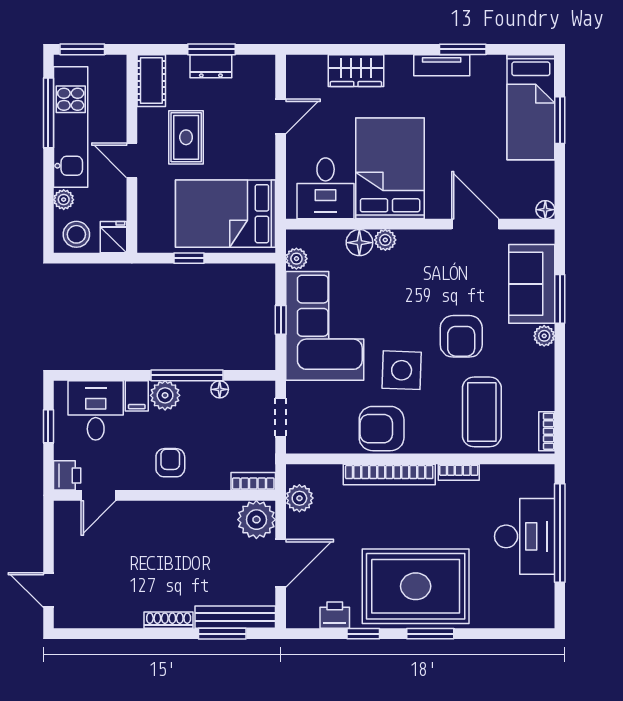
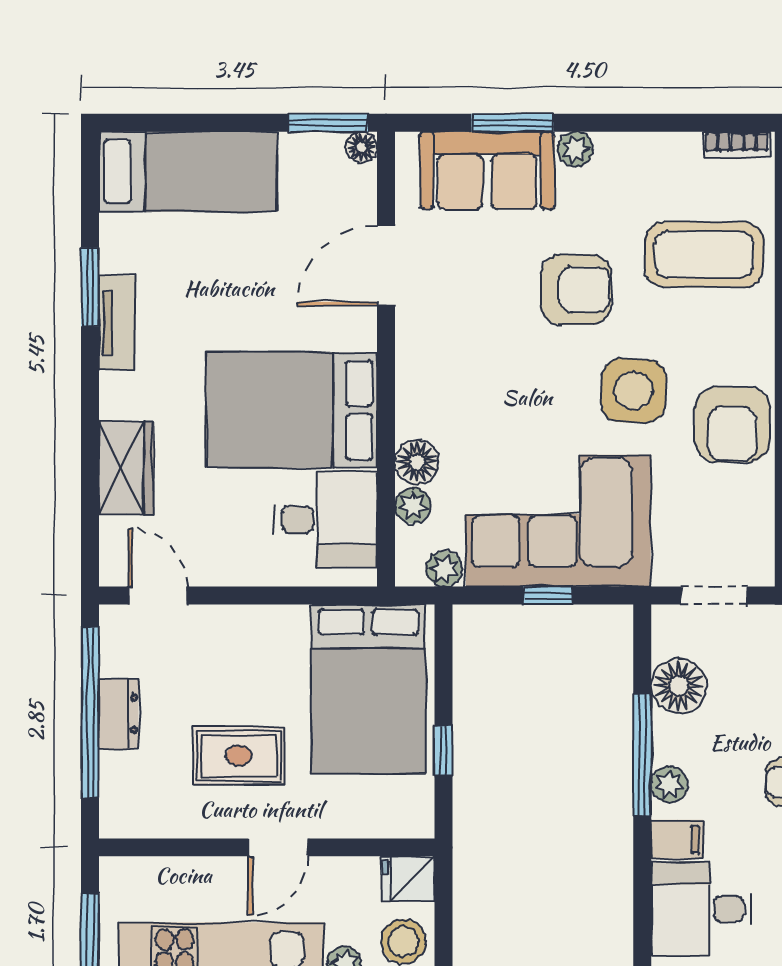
window: (212, 49) -> (90, 713), width x2.11
cot: (151, 81) -> (143, 815), removed
door: (281, 116) -> (157, 596), moved
window: (560, 120) -> (329, 123), moved
plant: (385, 240) -> (413, 506), moved
floor lamp: (220, 389) -> (679, 686), width x1.89, depth x1.89
plant: (165, 395) -> (669, 785), width x0.73, depth x0.73

